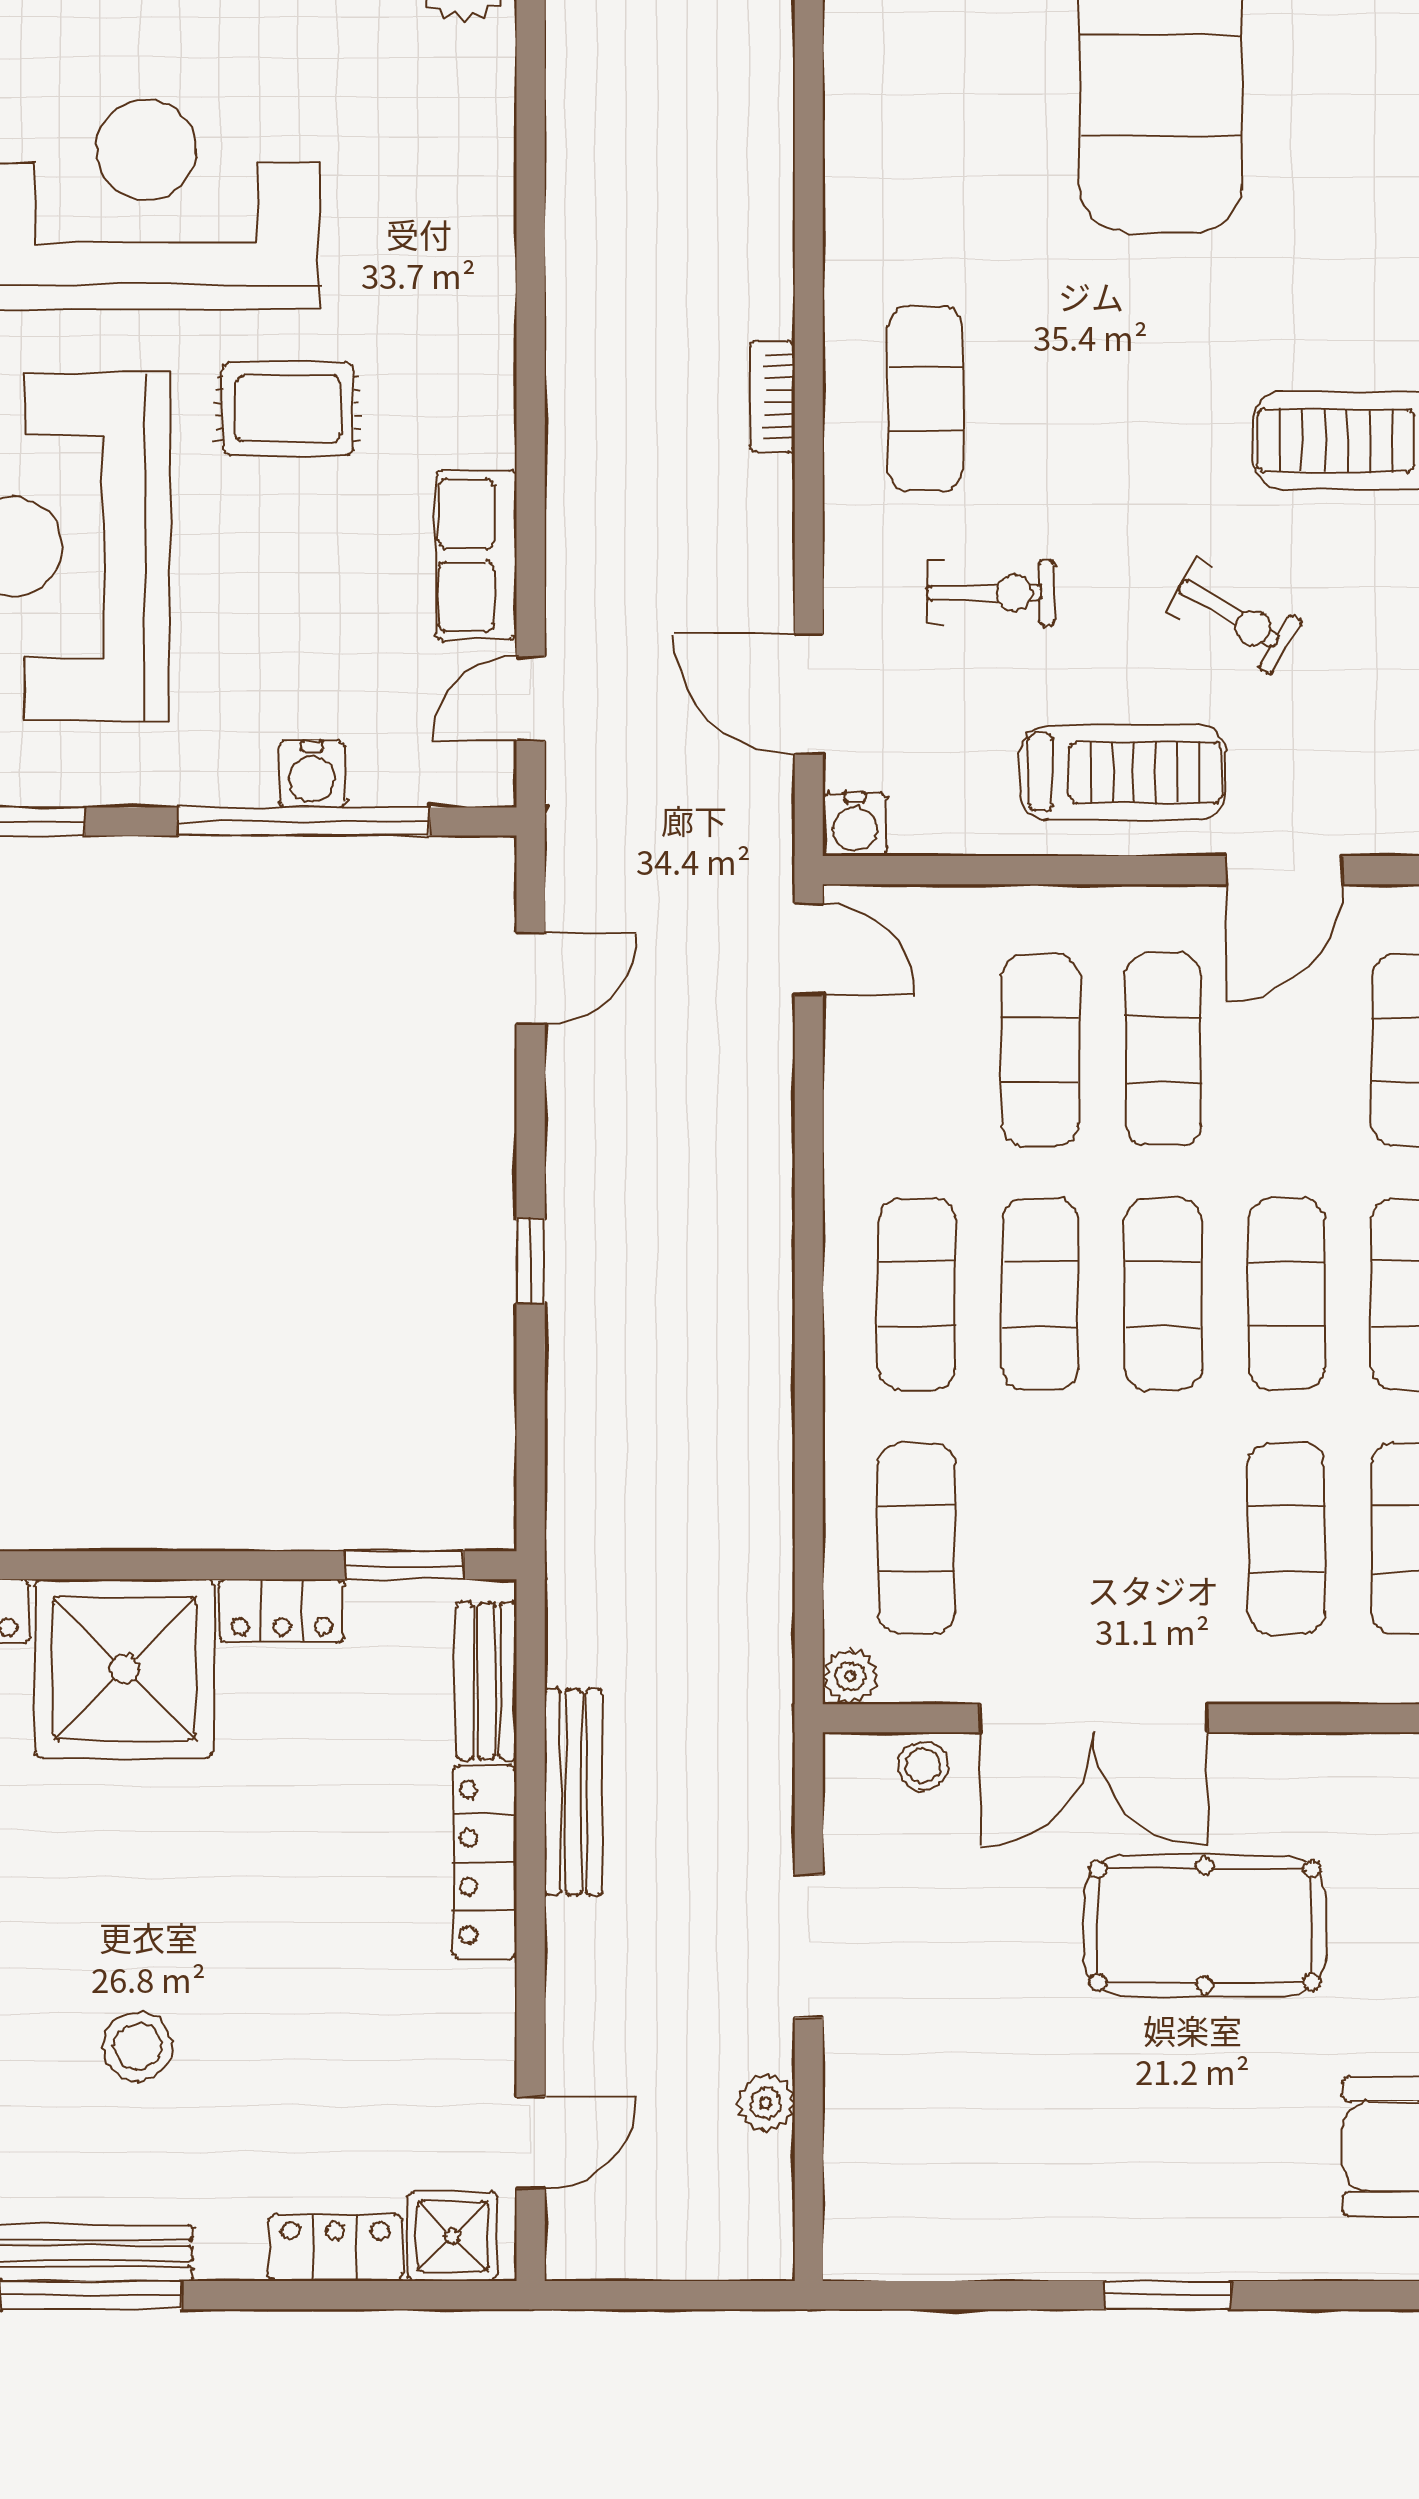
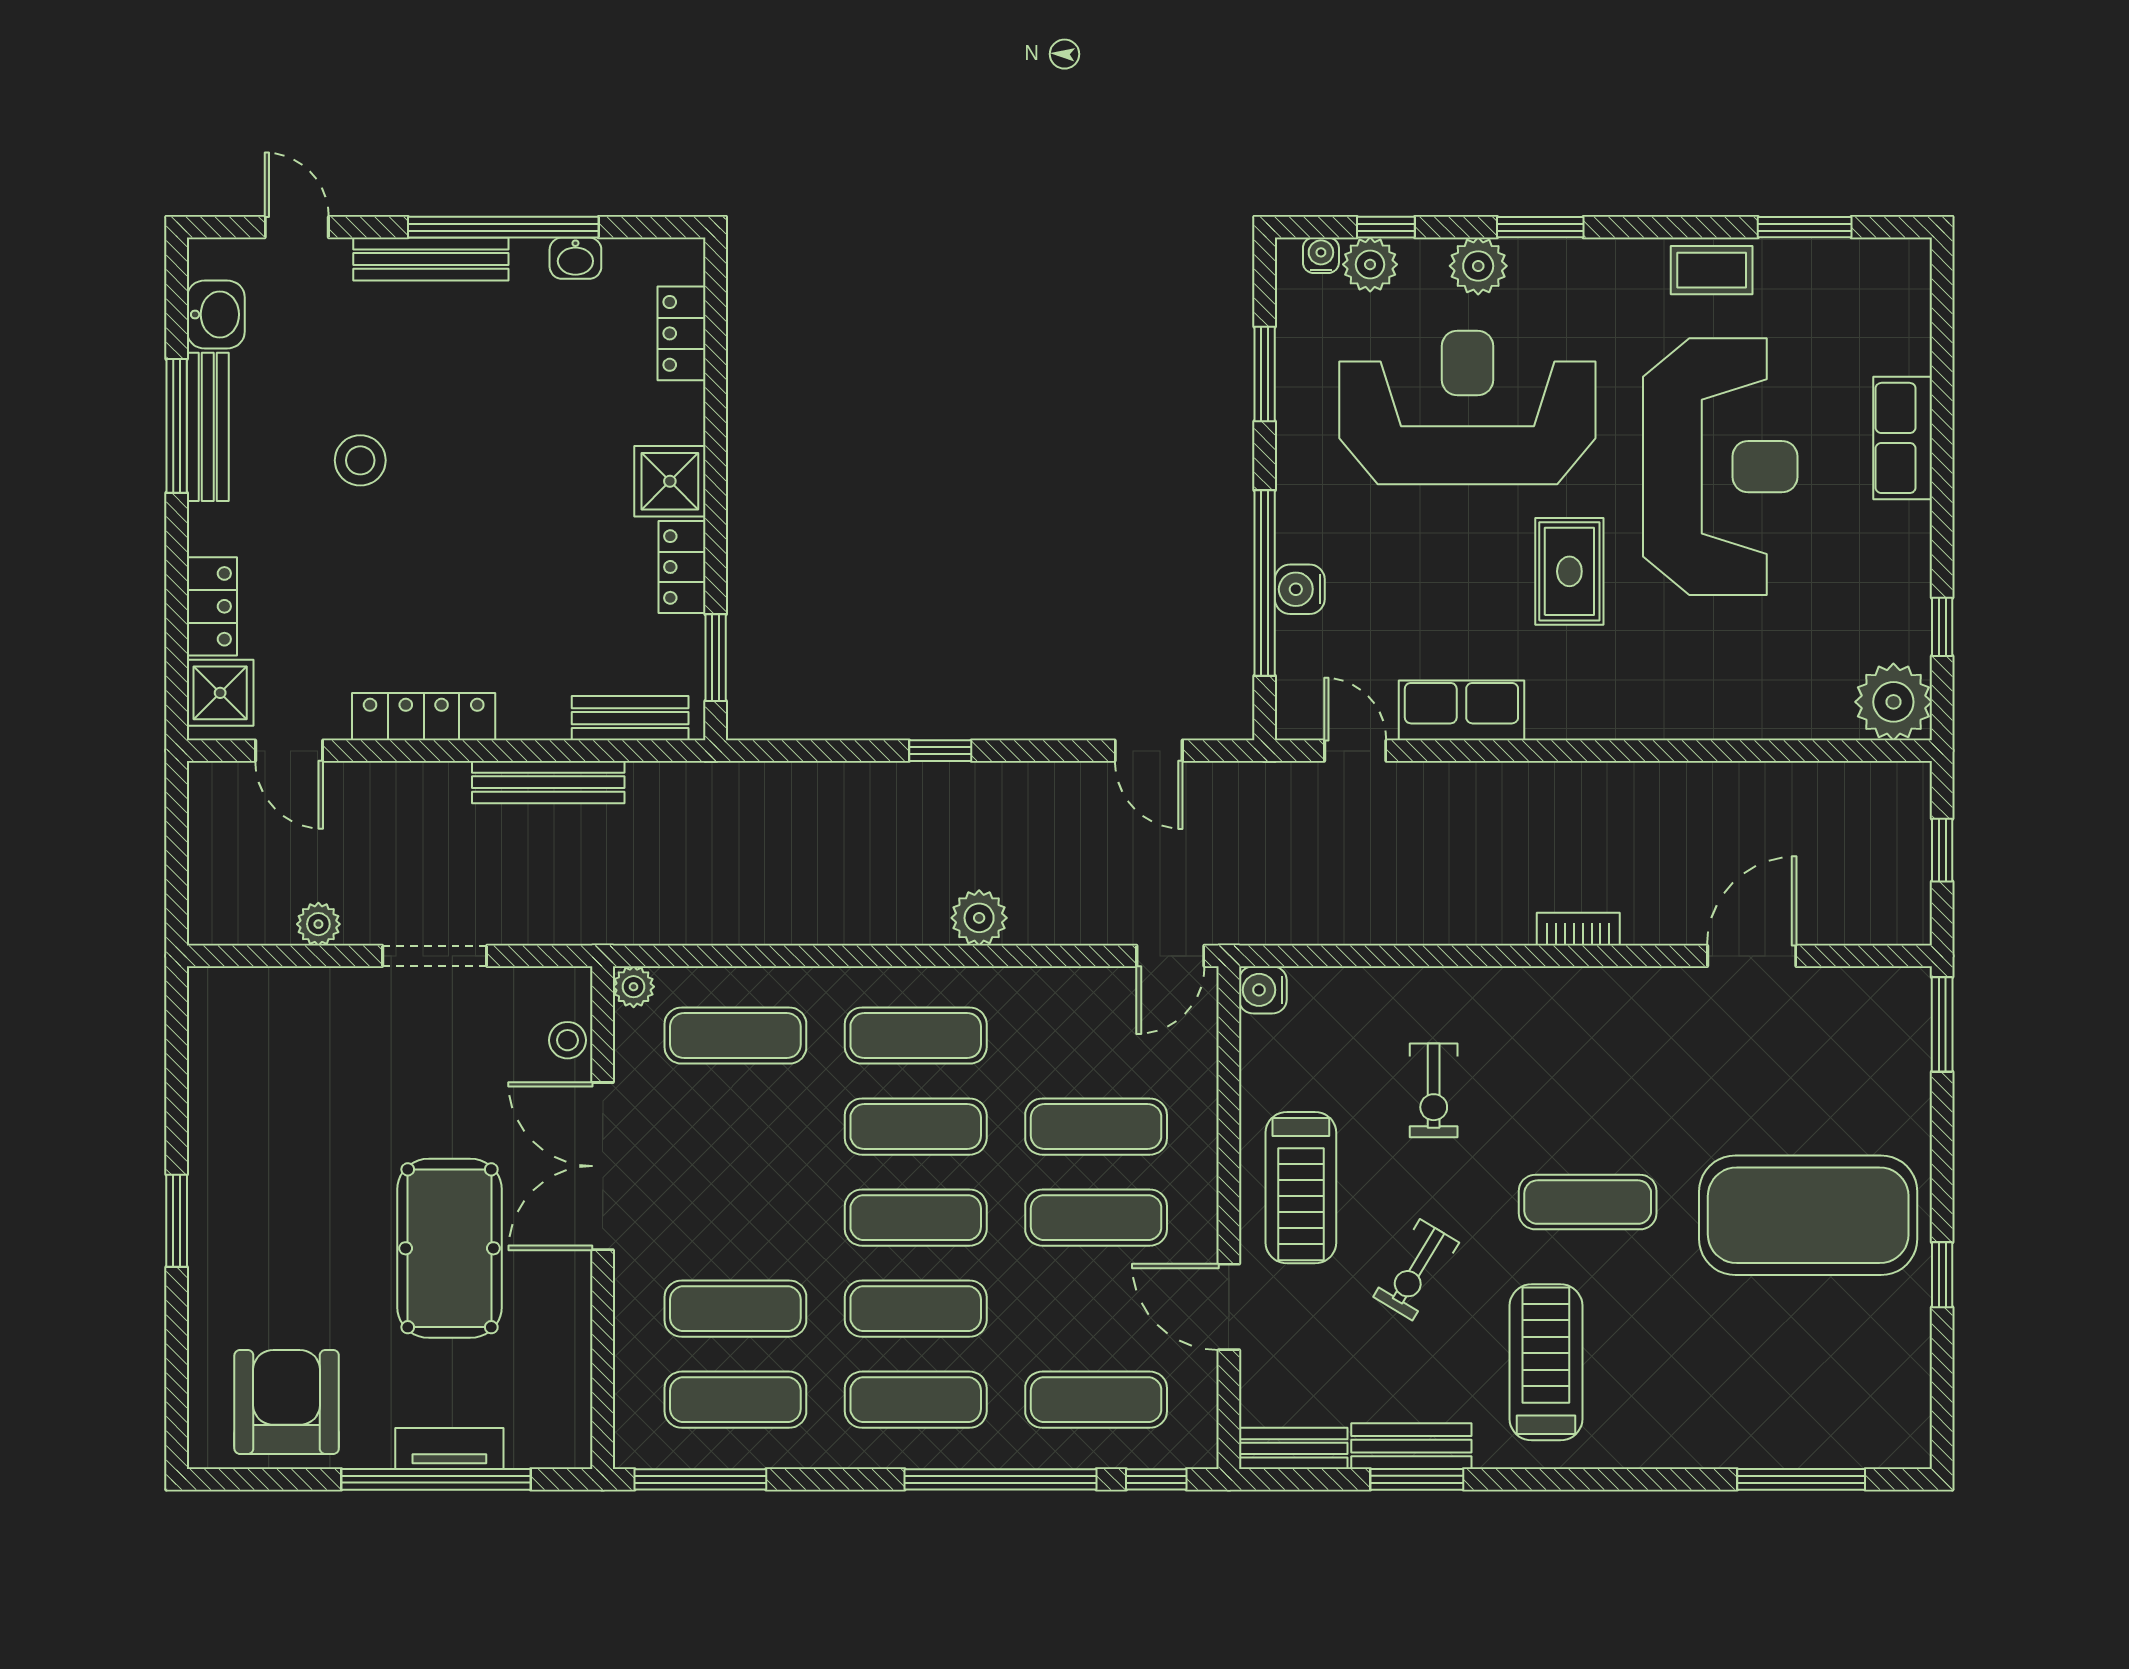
exercise mat: (926, 398) -> (1588, 1202), moved
door: (809, 694) -> (1752, 956), moved
plant: (757, 1208) -> (979, 918), added
shower: (124, 1669) -> (670, 481), width x0.54, depth x0.54
locker: (485, 1862) -> (424, 717), moved

